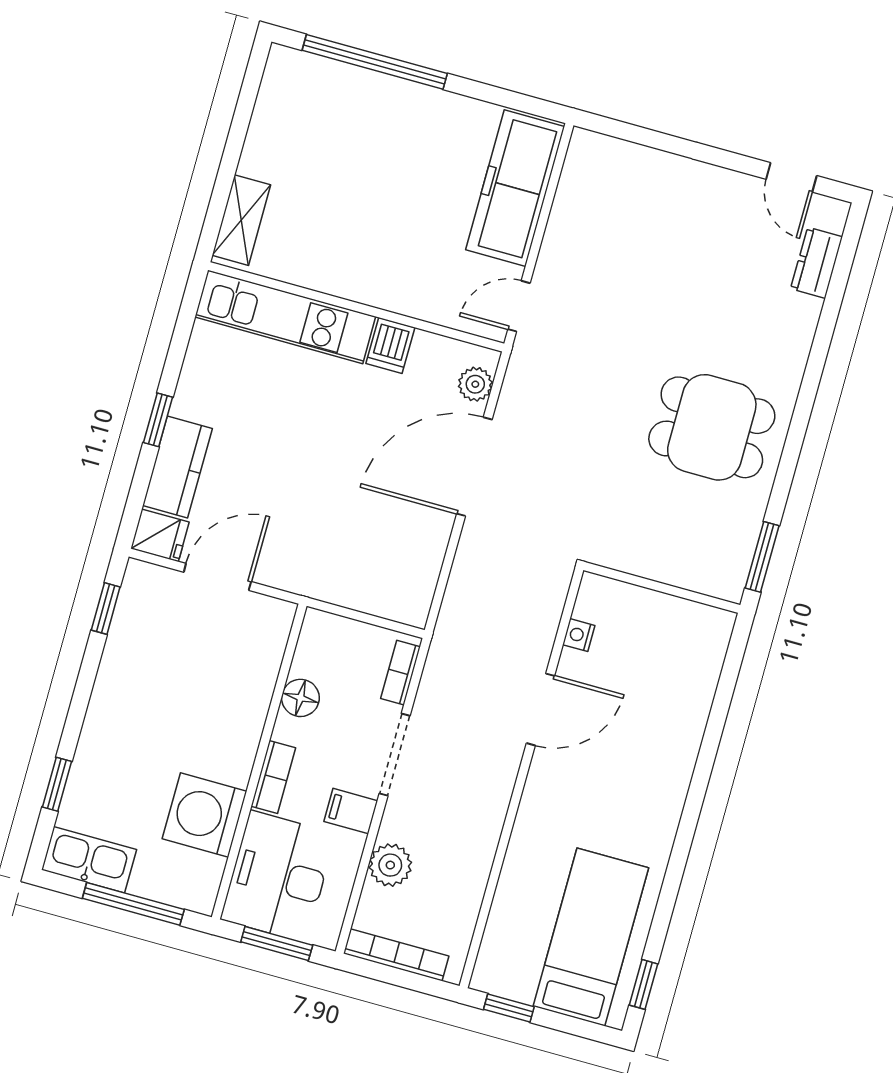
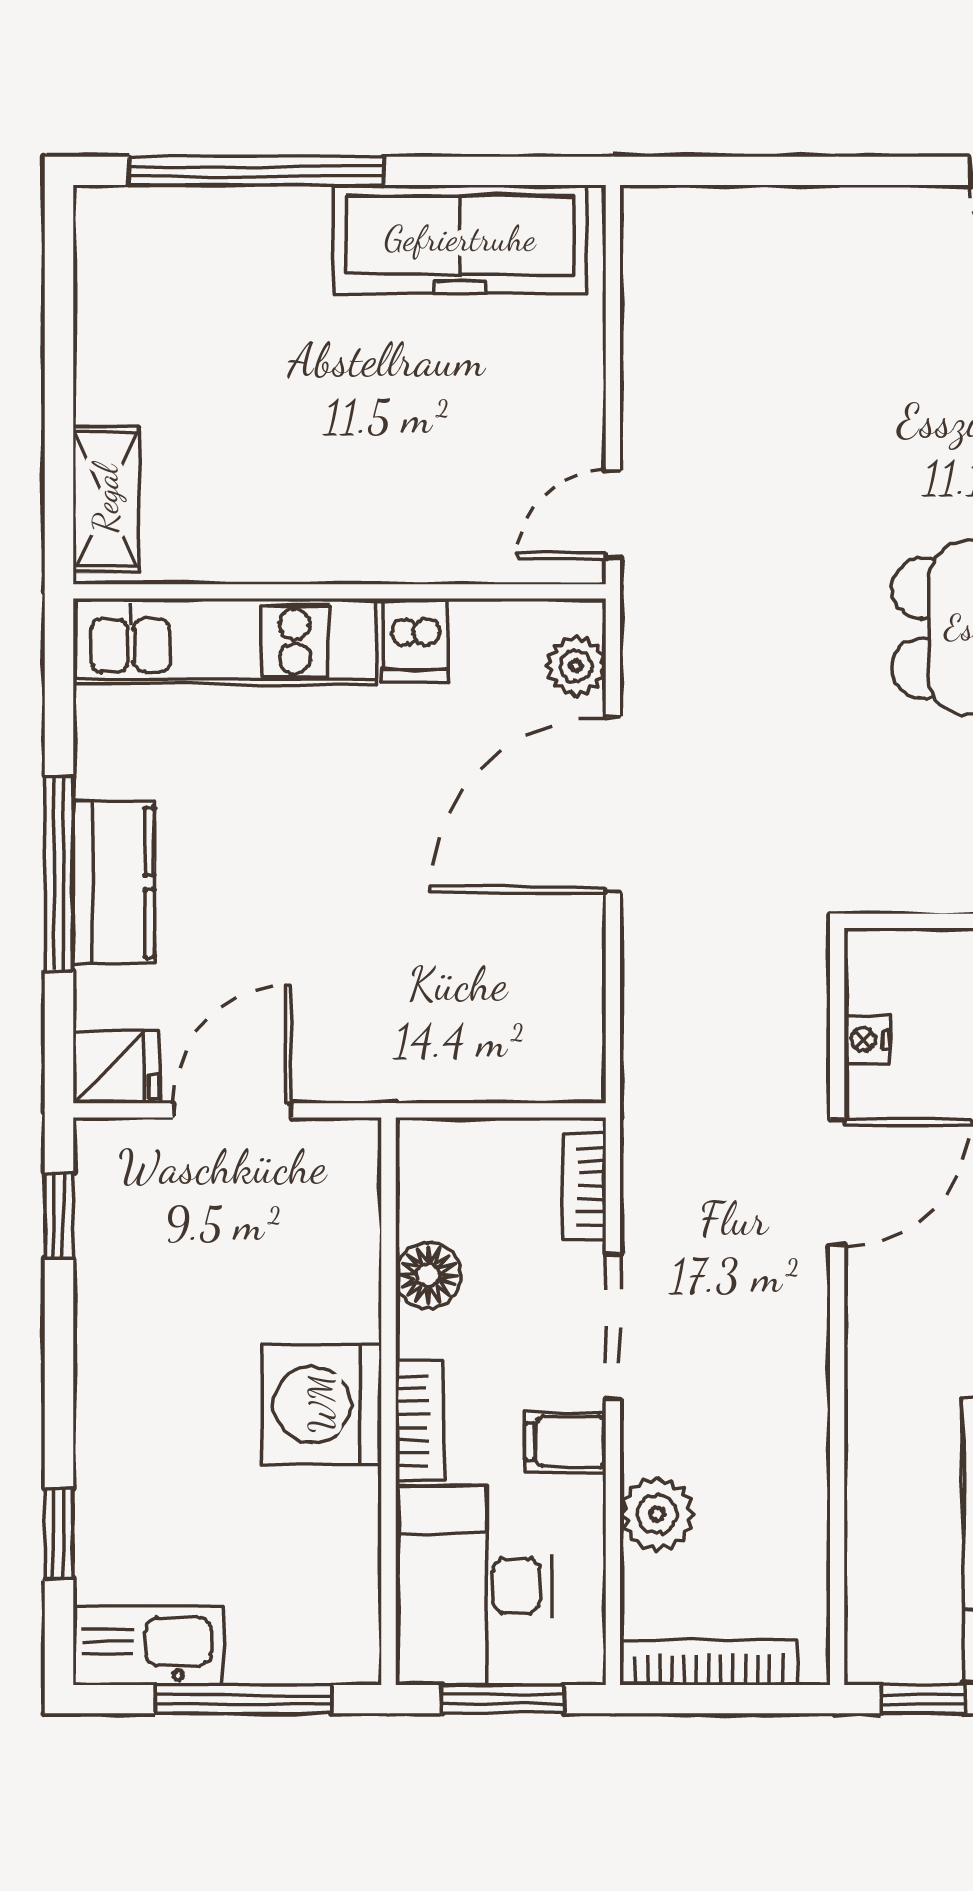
freezer: (515, 188) -> (460, 239), moved, turned -90
window: (158, 420) -> (59, 874), width x2.17
kitchen counter: (177, 467) -> (114, 882), moved
washing machine: (205, 815) -> (322, 1404), moved

